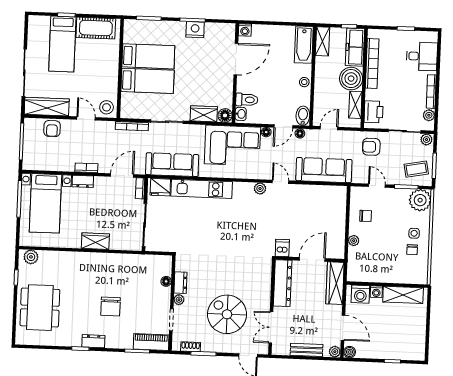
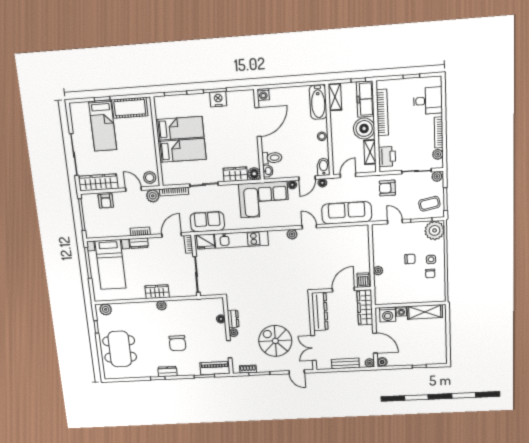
plant: (107, 128) -> (153, 196), added
sofa: (172, 165) -> (207, 222), width x0.73
chair: (366, 216) -> (410, 259), moved
dishwasher: (282, 248) -> (363, 280), moved
plant: (98, 258) -> (161, 305), added

